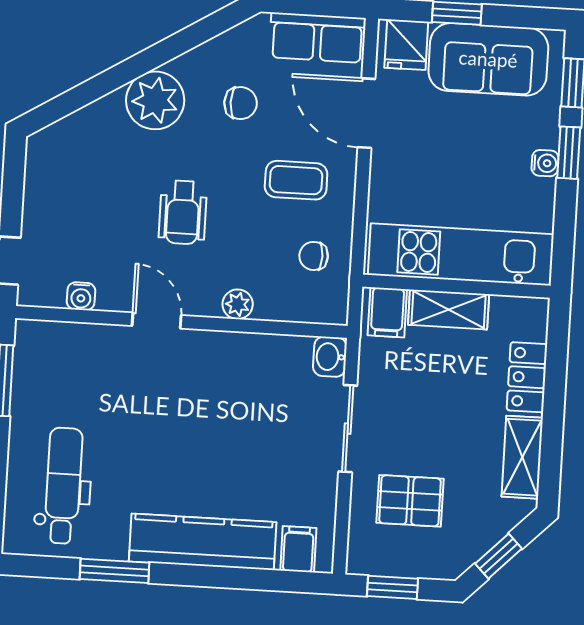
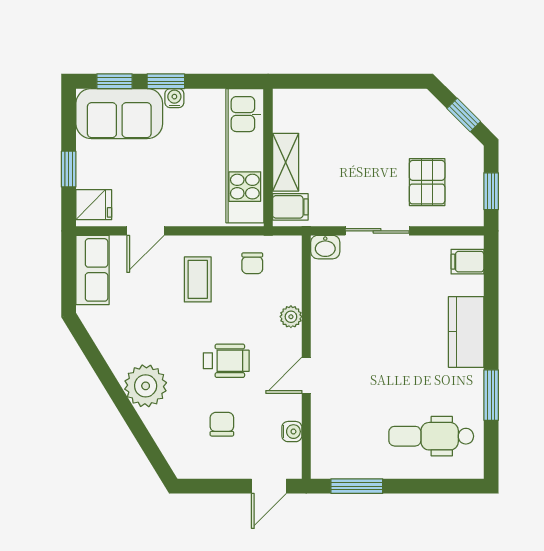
sofa: (488, 59) -> (119, 114), moved, turned 90
chair: (241, 103) -> (222, 424), moved
door: (366, 113) -> (146, 231), width x0.73
locker: (527, 377) -> (332, 102), removed
shelving: (522, 457) -> (390, 102), removed
kitchen counter: (203, 542) -> (466, 332), width x0.67

